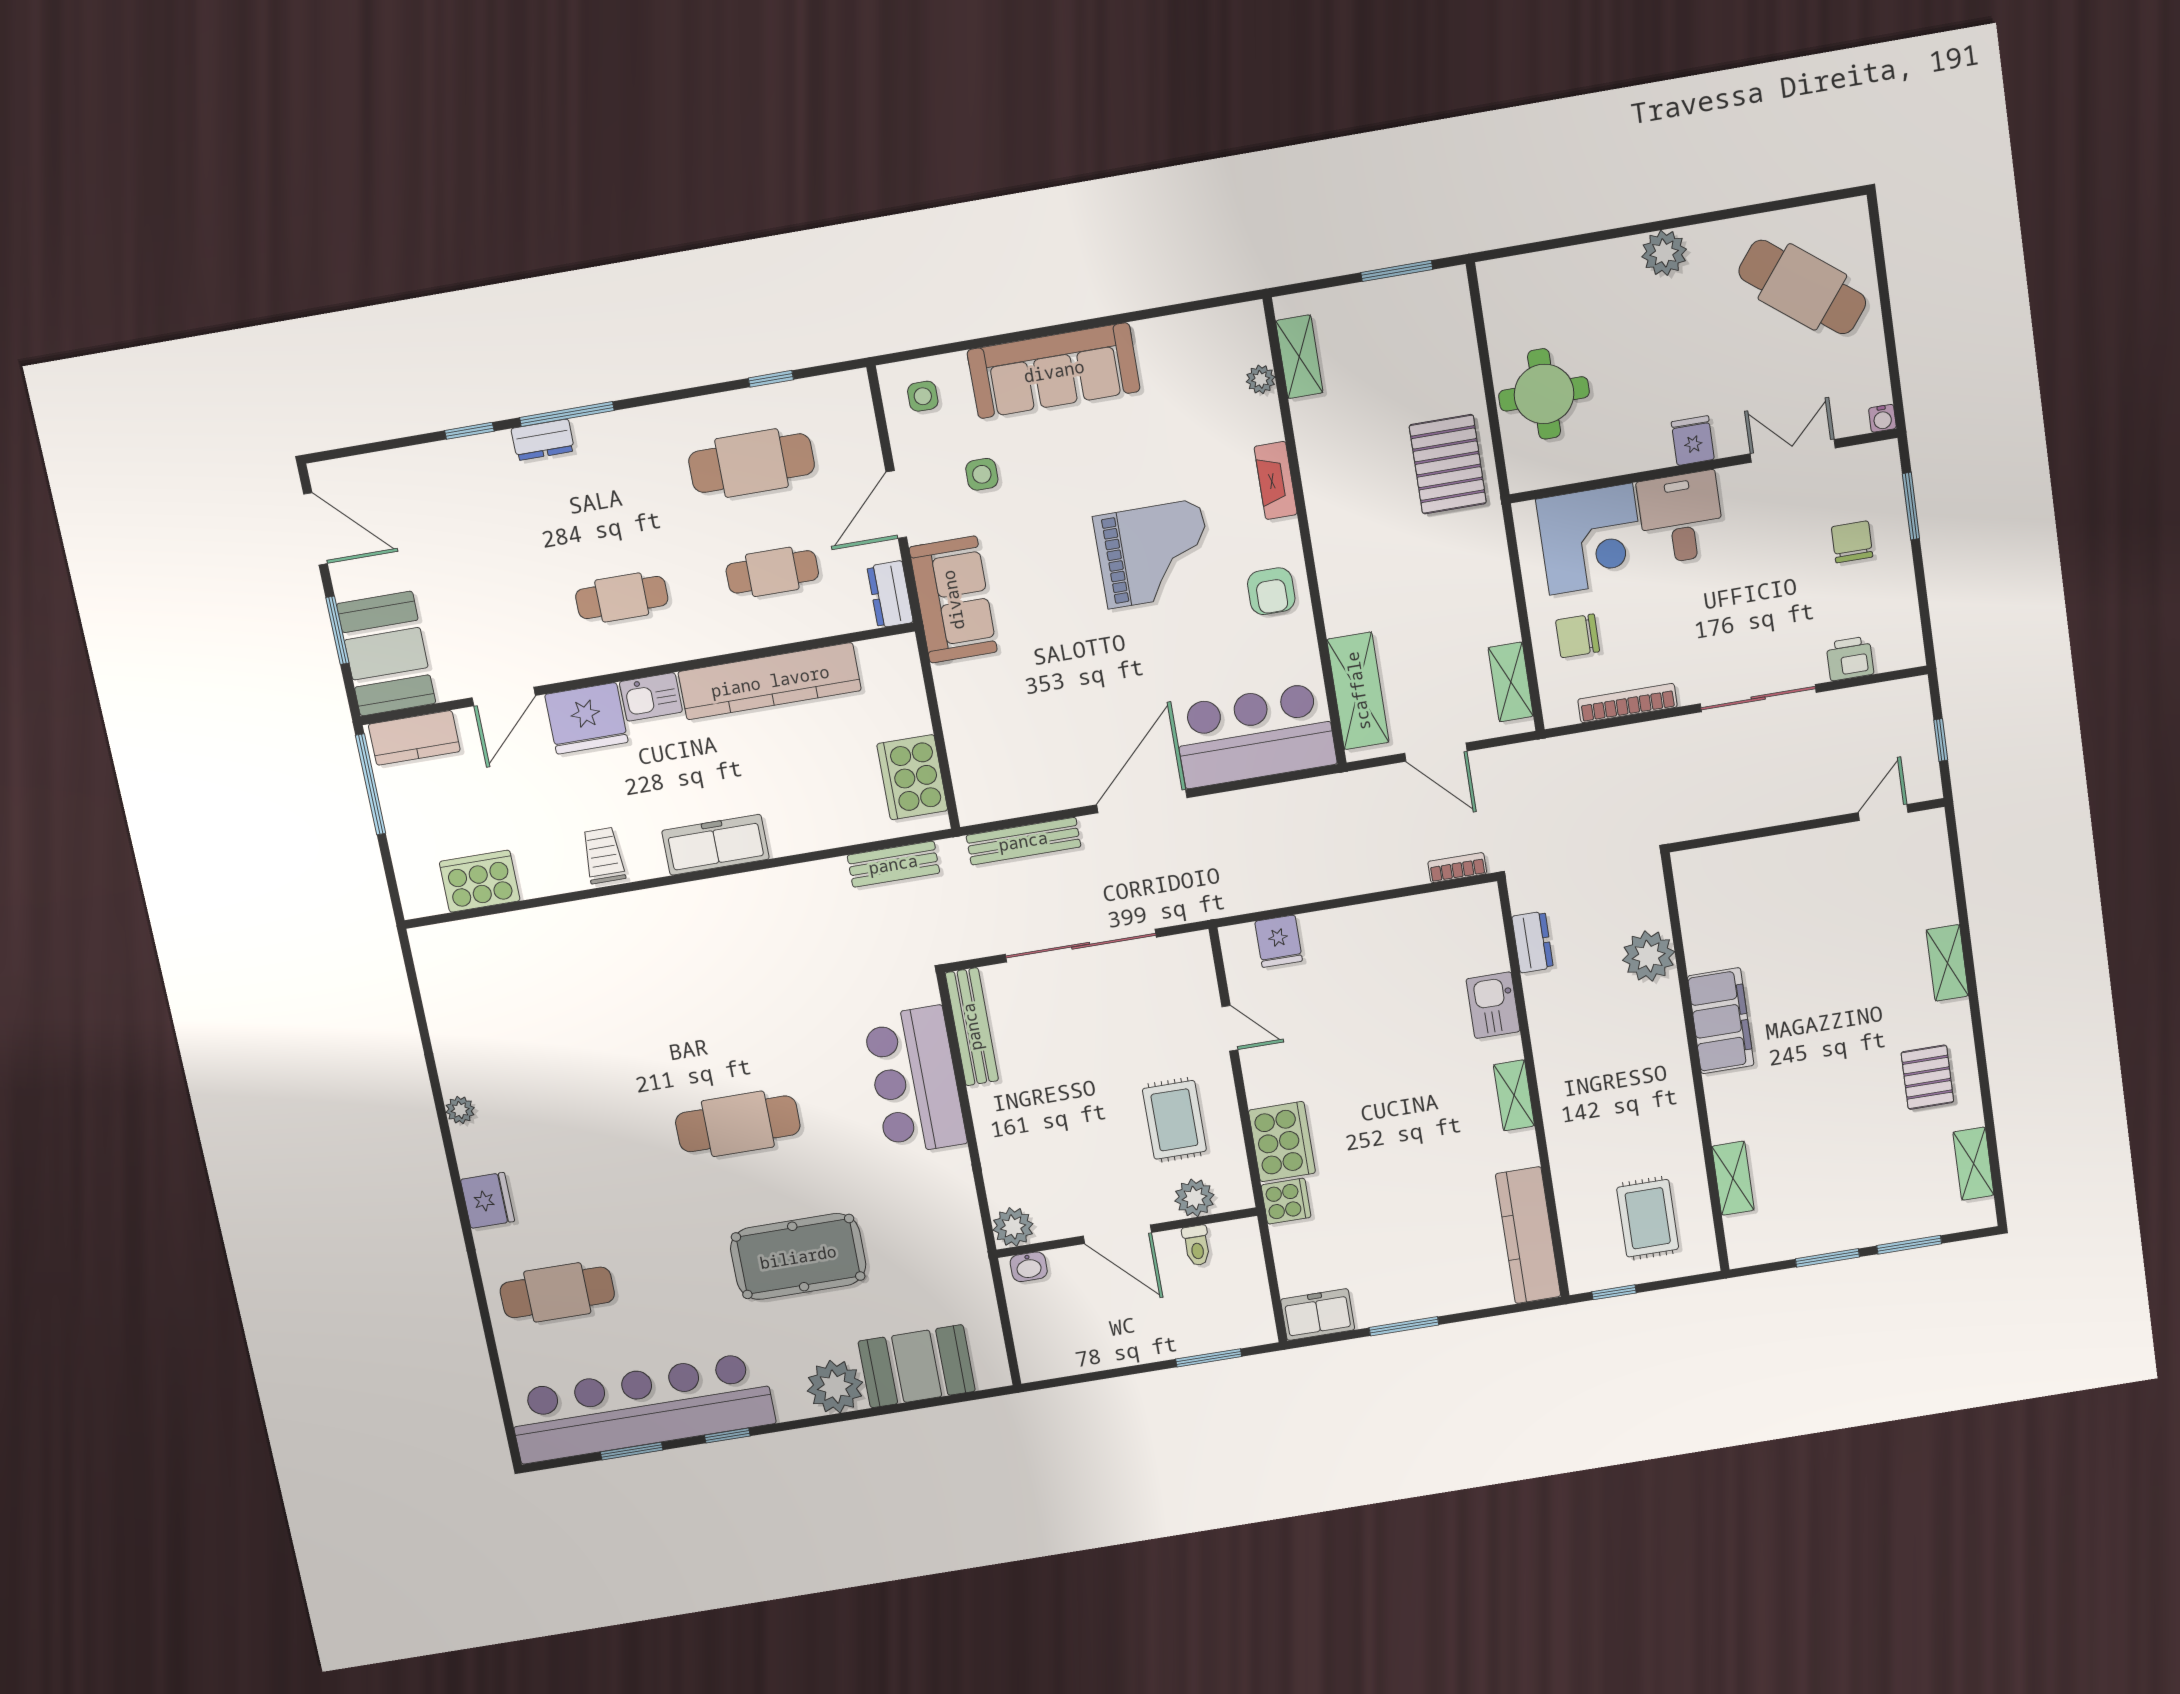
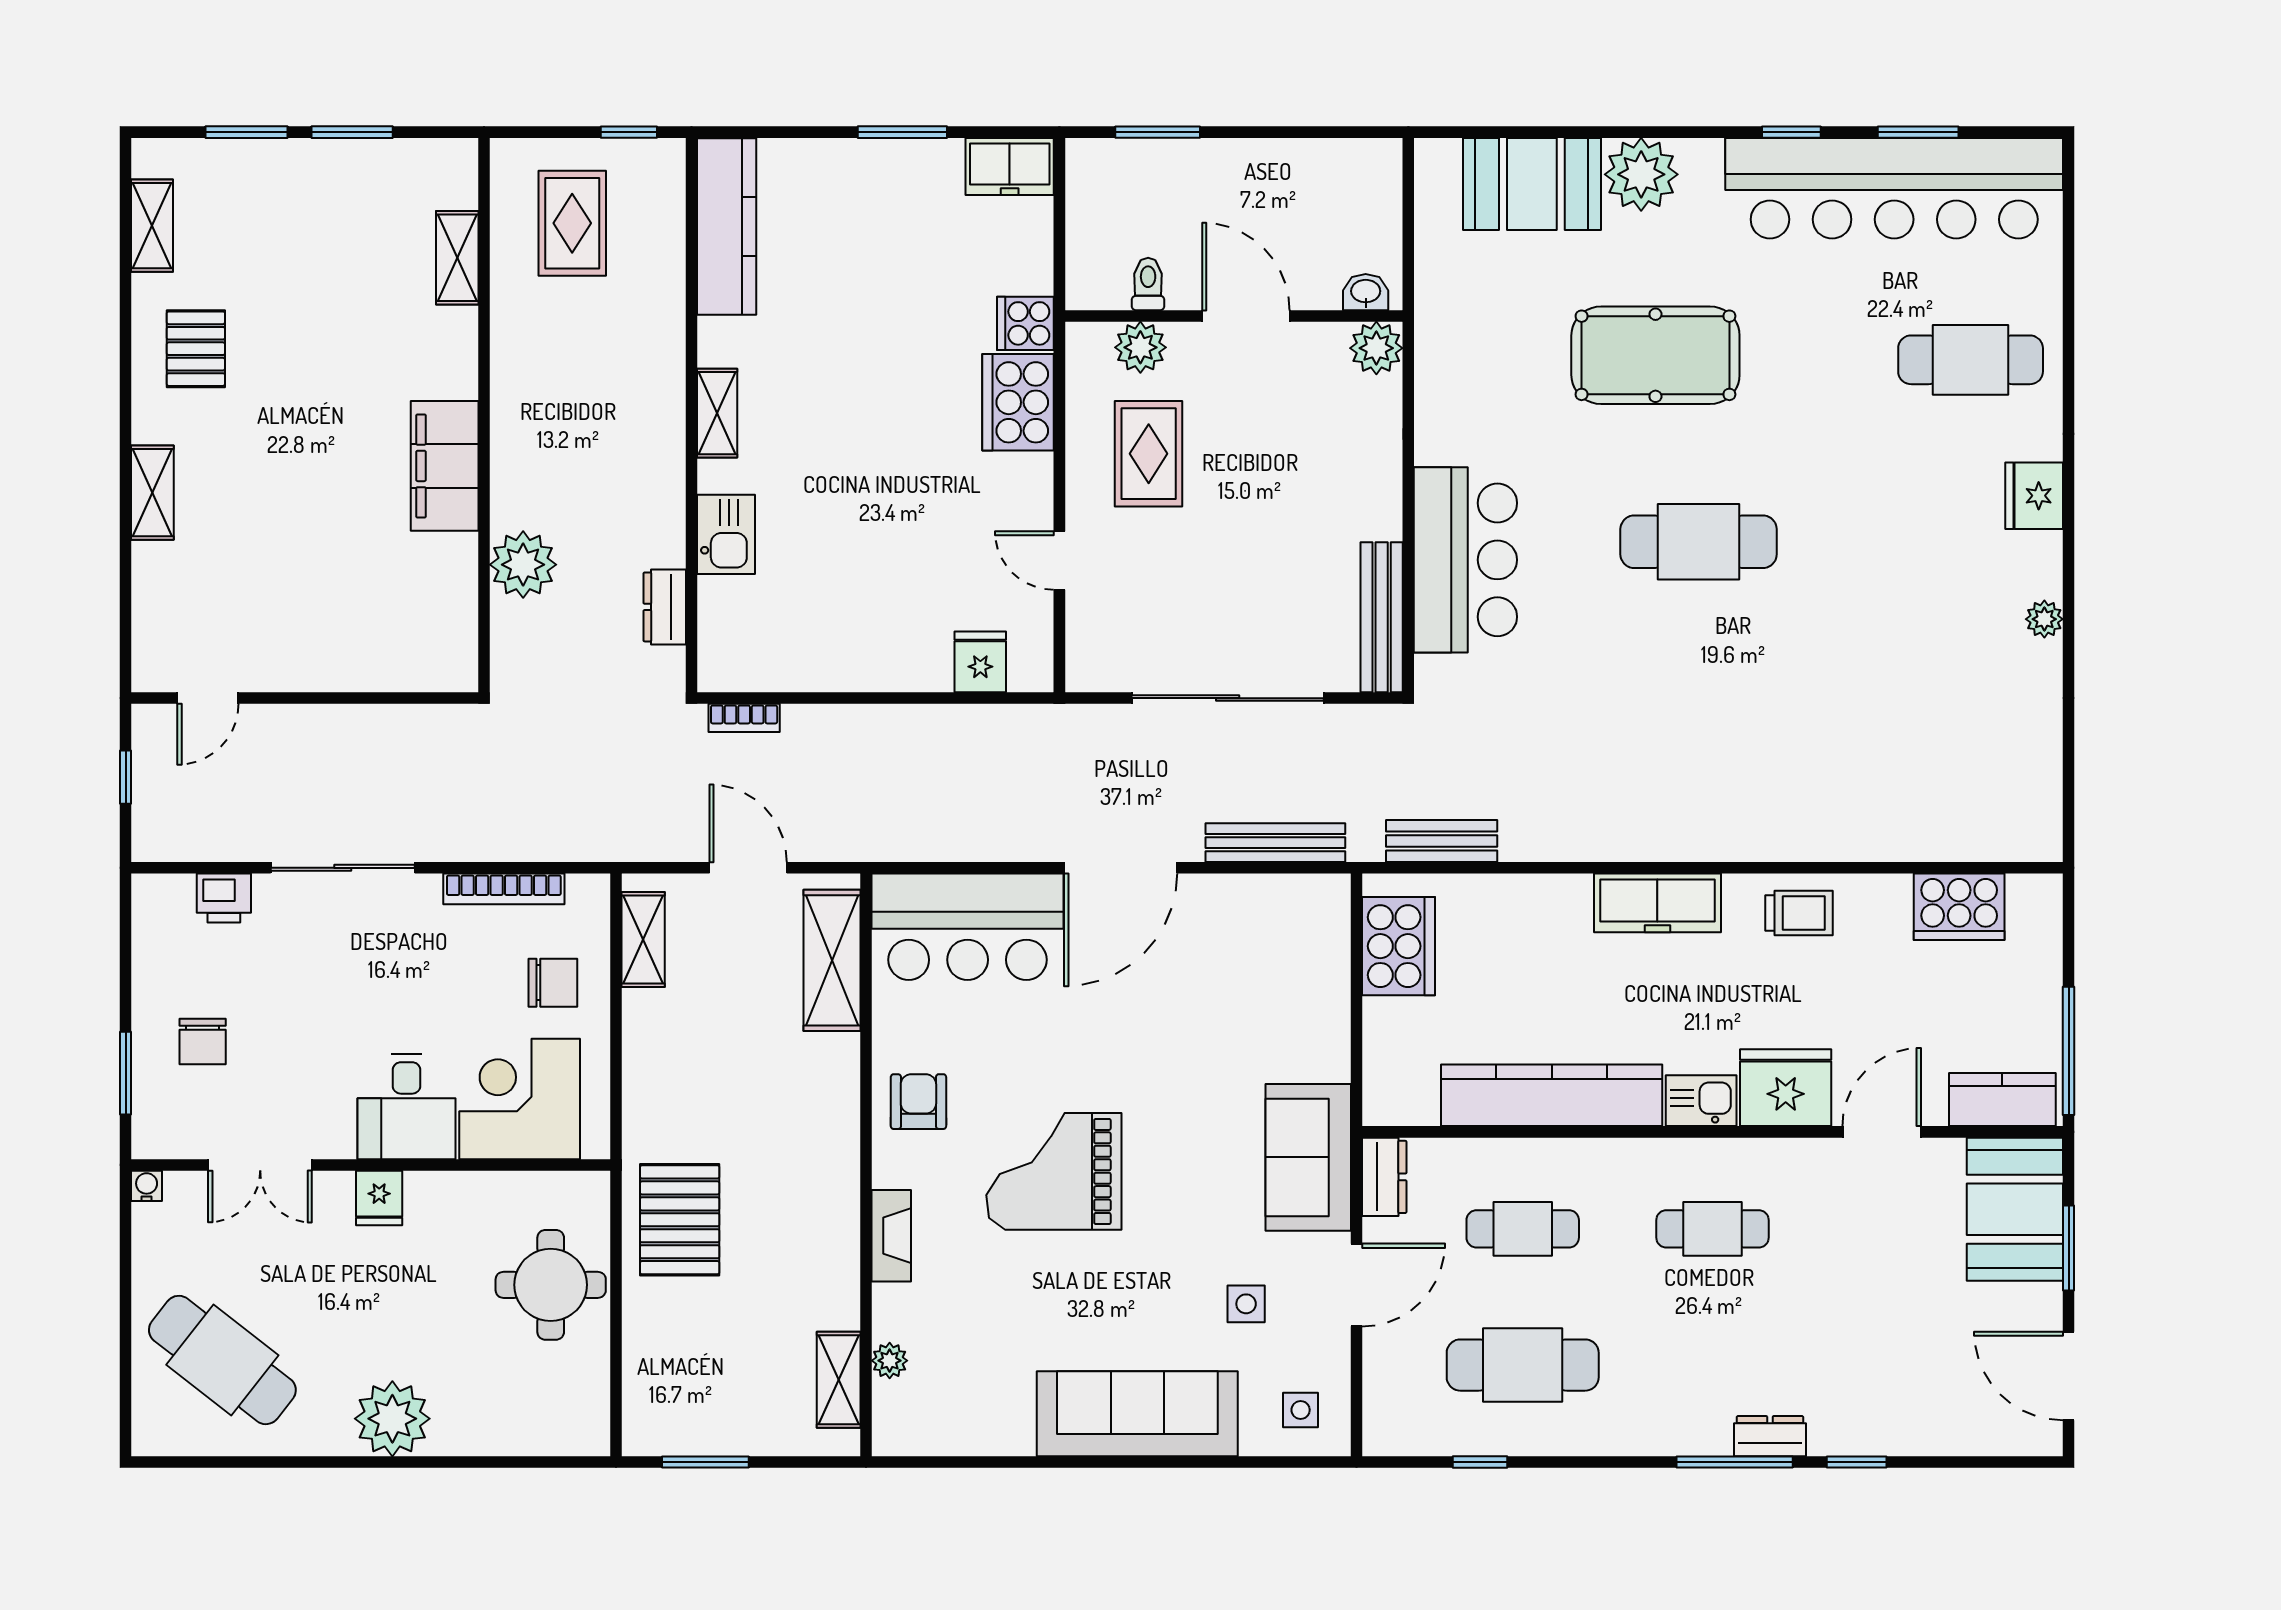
plant: (1664, 253) -> (392, 1419), width x1.36, depth x1.36
trolley: (603, 856) -> (1799, 913), turned -90

